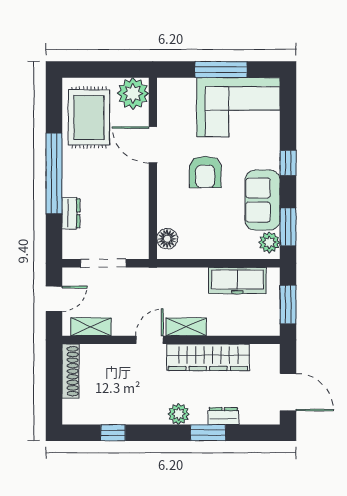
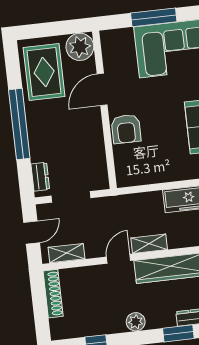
door: (153, 145) -> (102, 89), hinge flipped
armchair: (205, 172) -> (126, 129), moved
dresser: (71, 213) -> (40, 177), moved
floor lamp: (167, 239) -> (124, 169), removed
plant: (179, 414) -> (136, 322), moved

